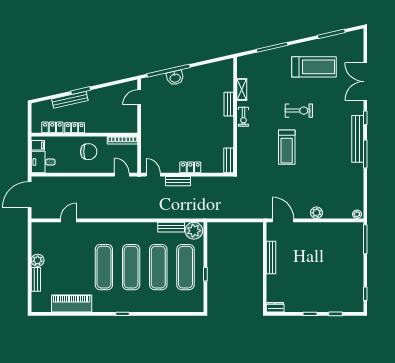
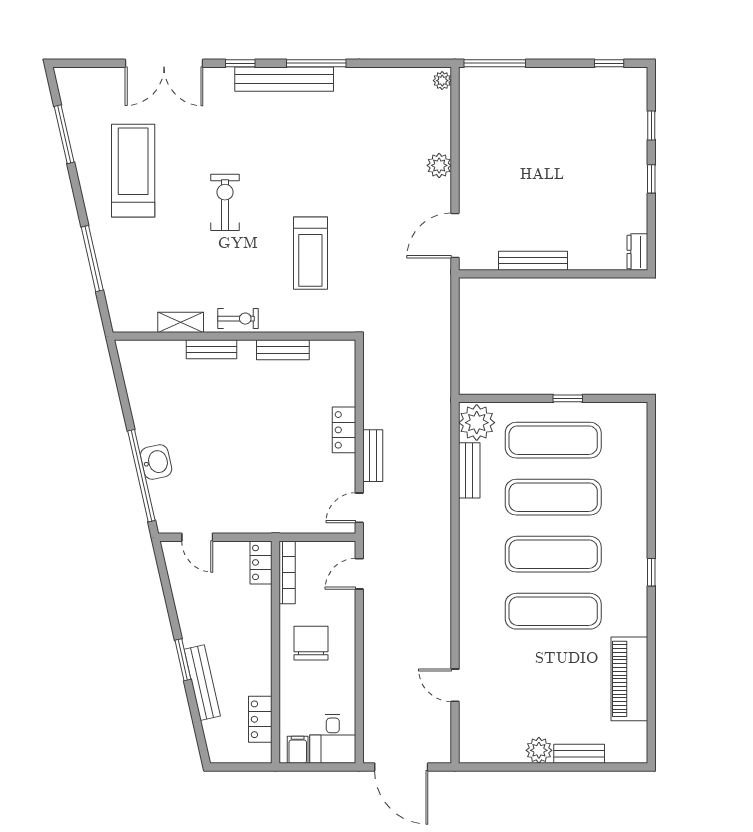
locker: (75, 128) -> (261, 562), moved
treadmill: (287, 147) -> (310, 253), moved, turned 90
bench: (229, 160) -> (283, 350), moved

